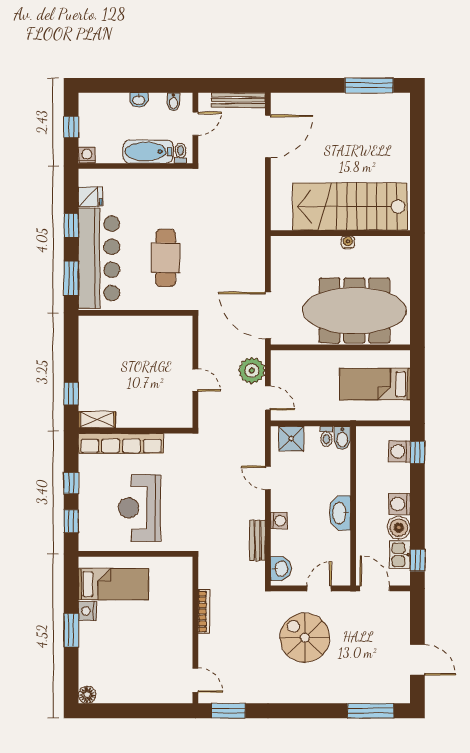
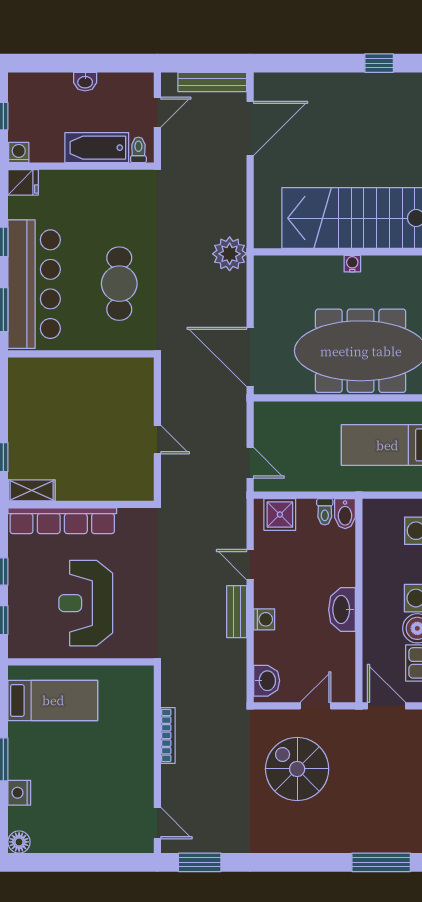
window: (369, 85) -> (379, 63), width x0.46
bidet: (173, 102) -> (129, 84), removed
fridge: (90, 197) -> (23, 182), moved
plant: (252, 370) -> (230, 254), moved
bench: (257, 540) -> (237, 612), moved
nightstand: (87, 611) -> (19, 793), moved

